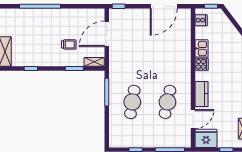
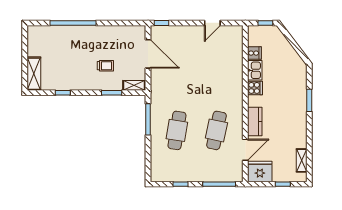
door: (164, 6) -> (212, 23), width x0.53
cooker: (201, 20) -> (254, 53), moved
door: (107, 34) -> (148, 54), swing flipped

